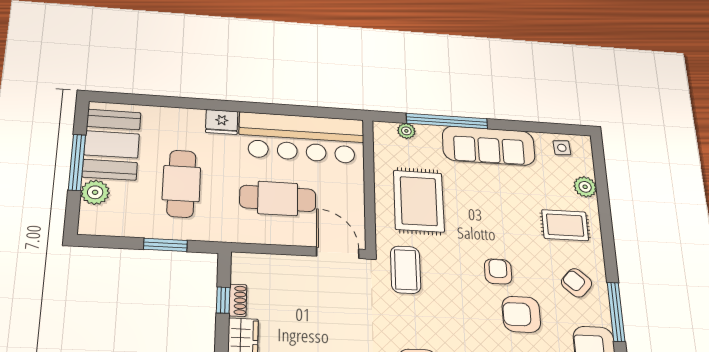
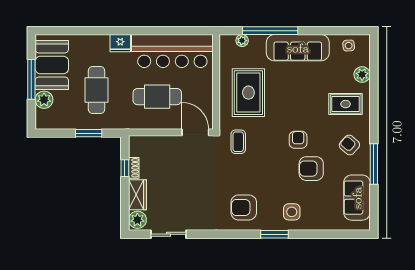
coffee table: (406, 270) -> (238, 142), width x0.73, depth x0.77

